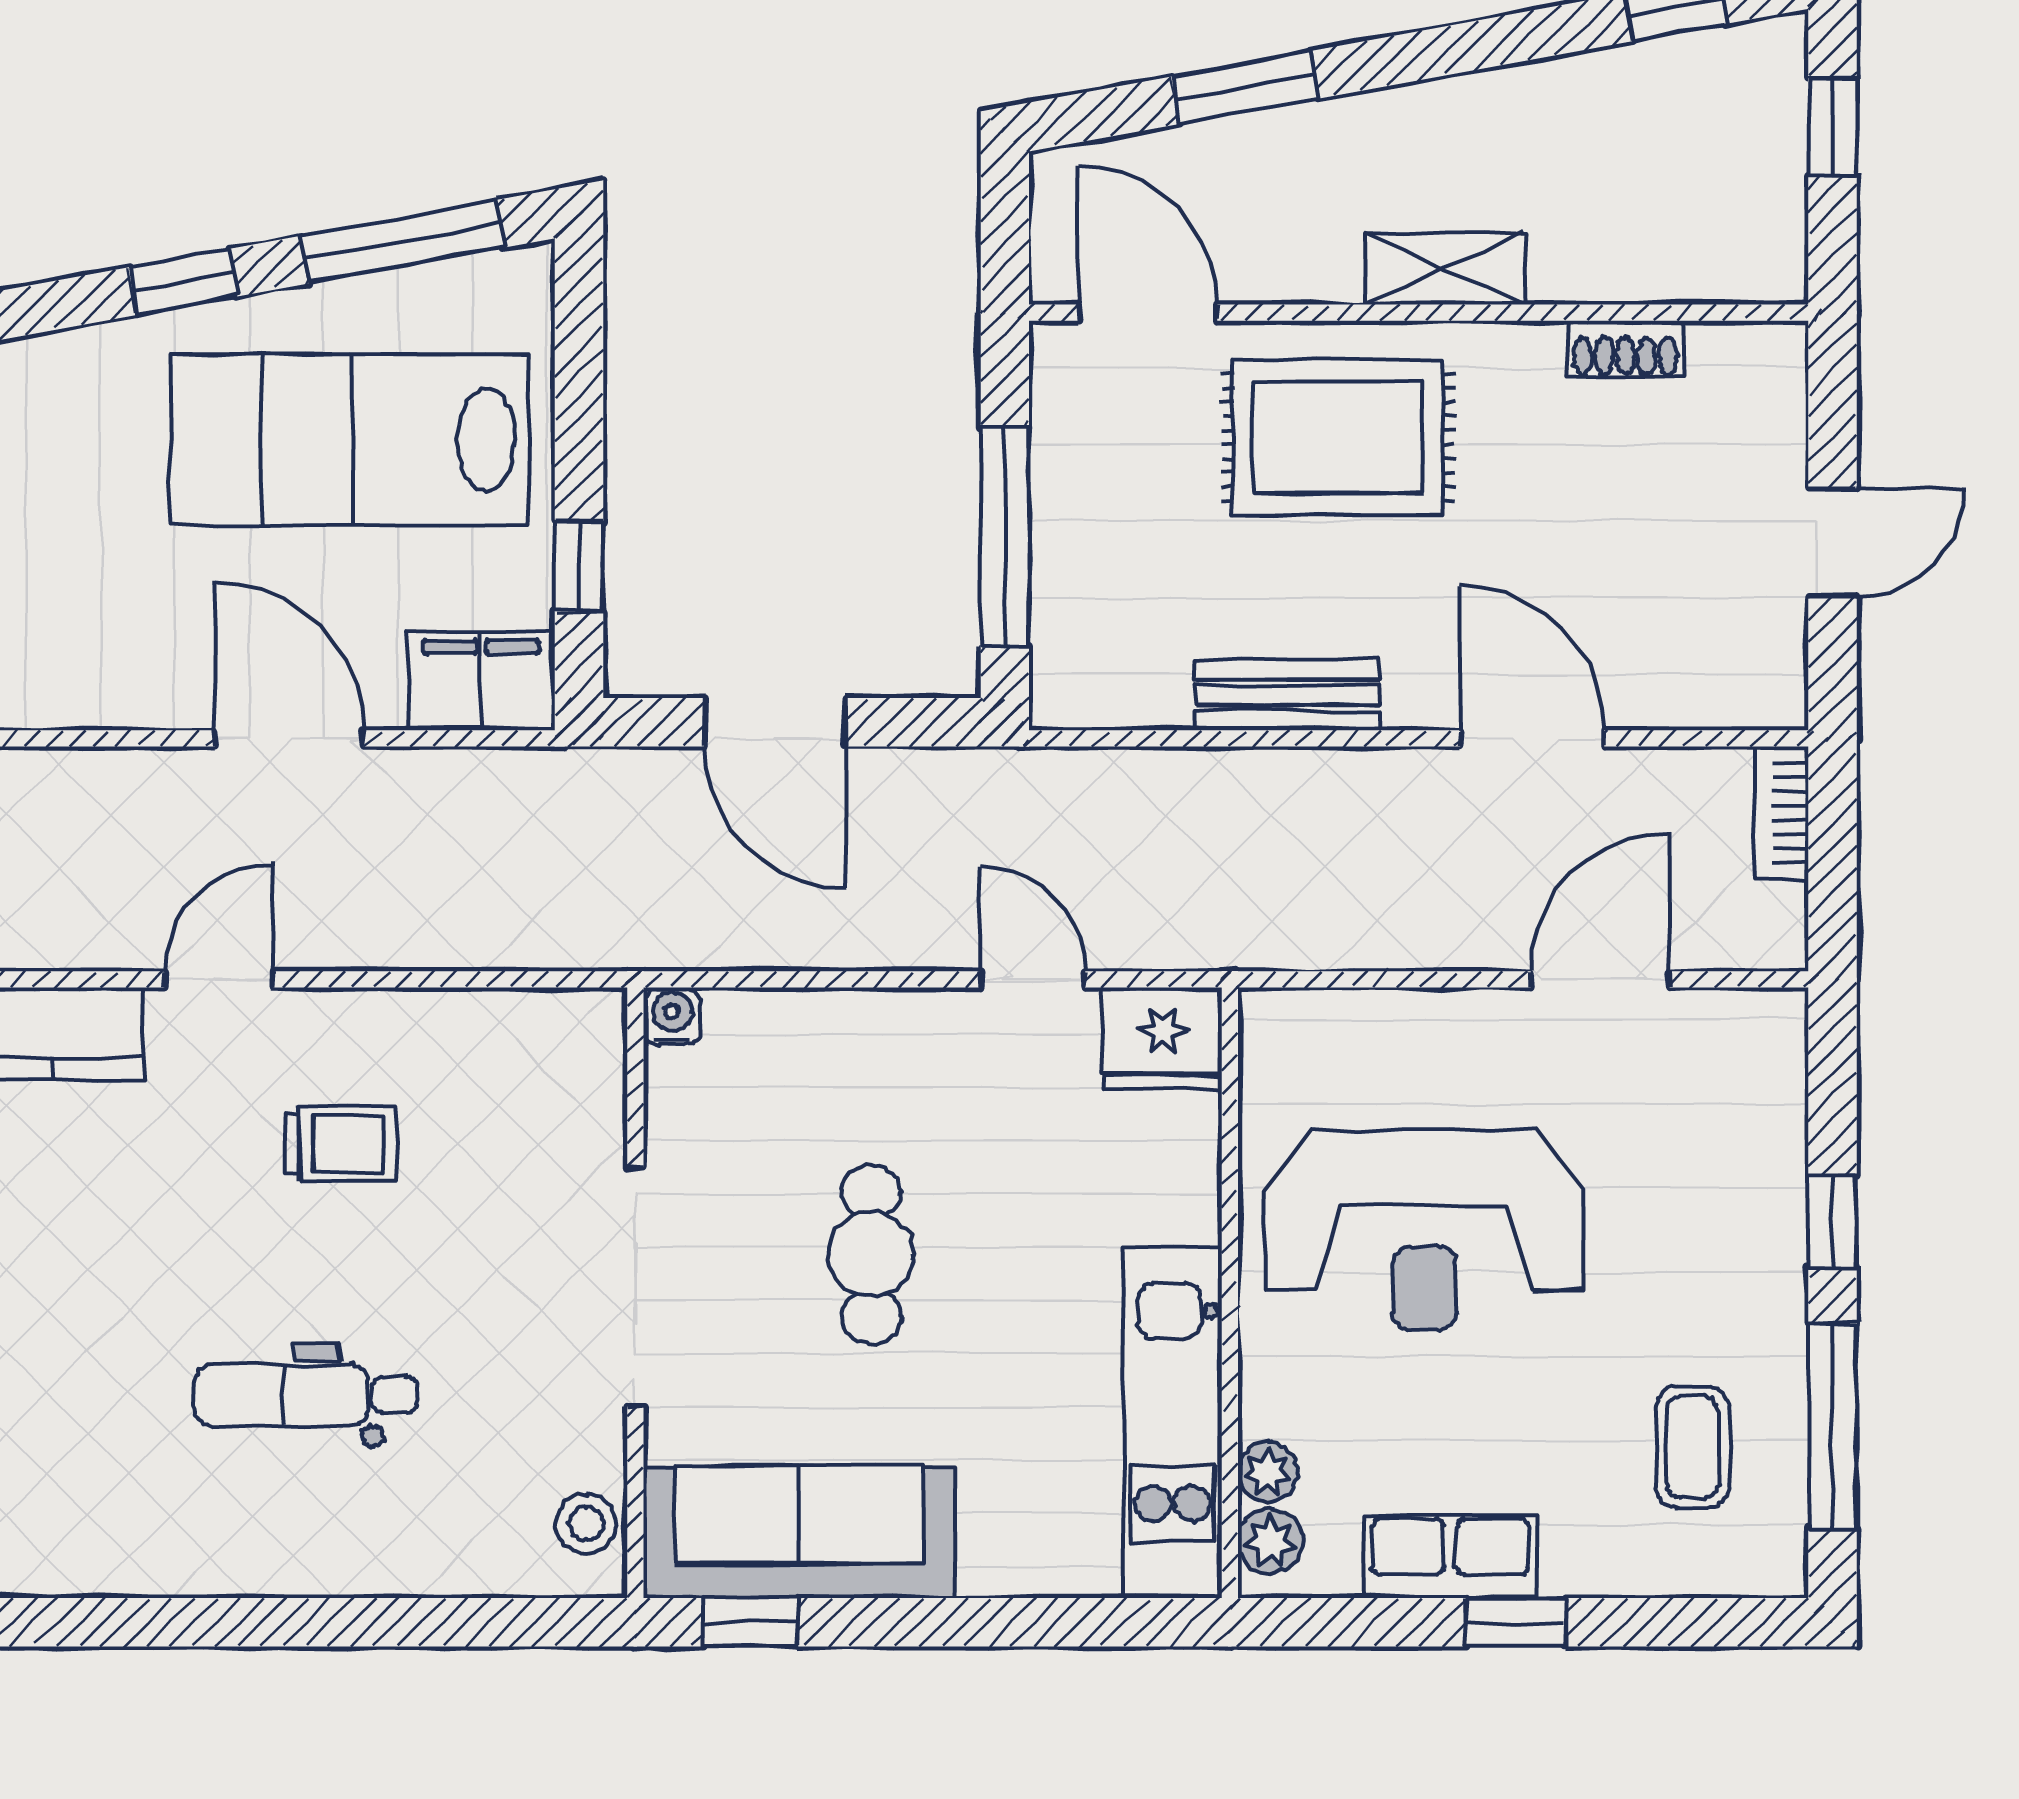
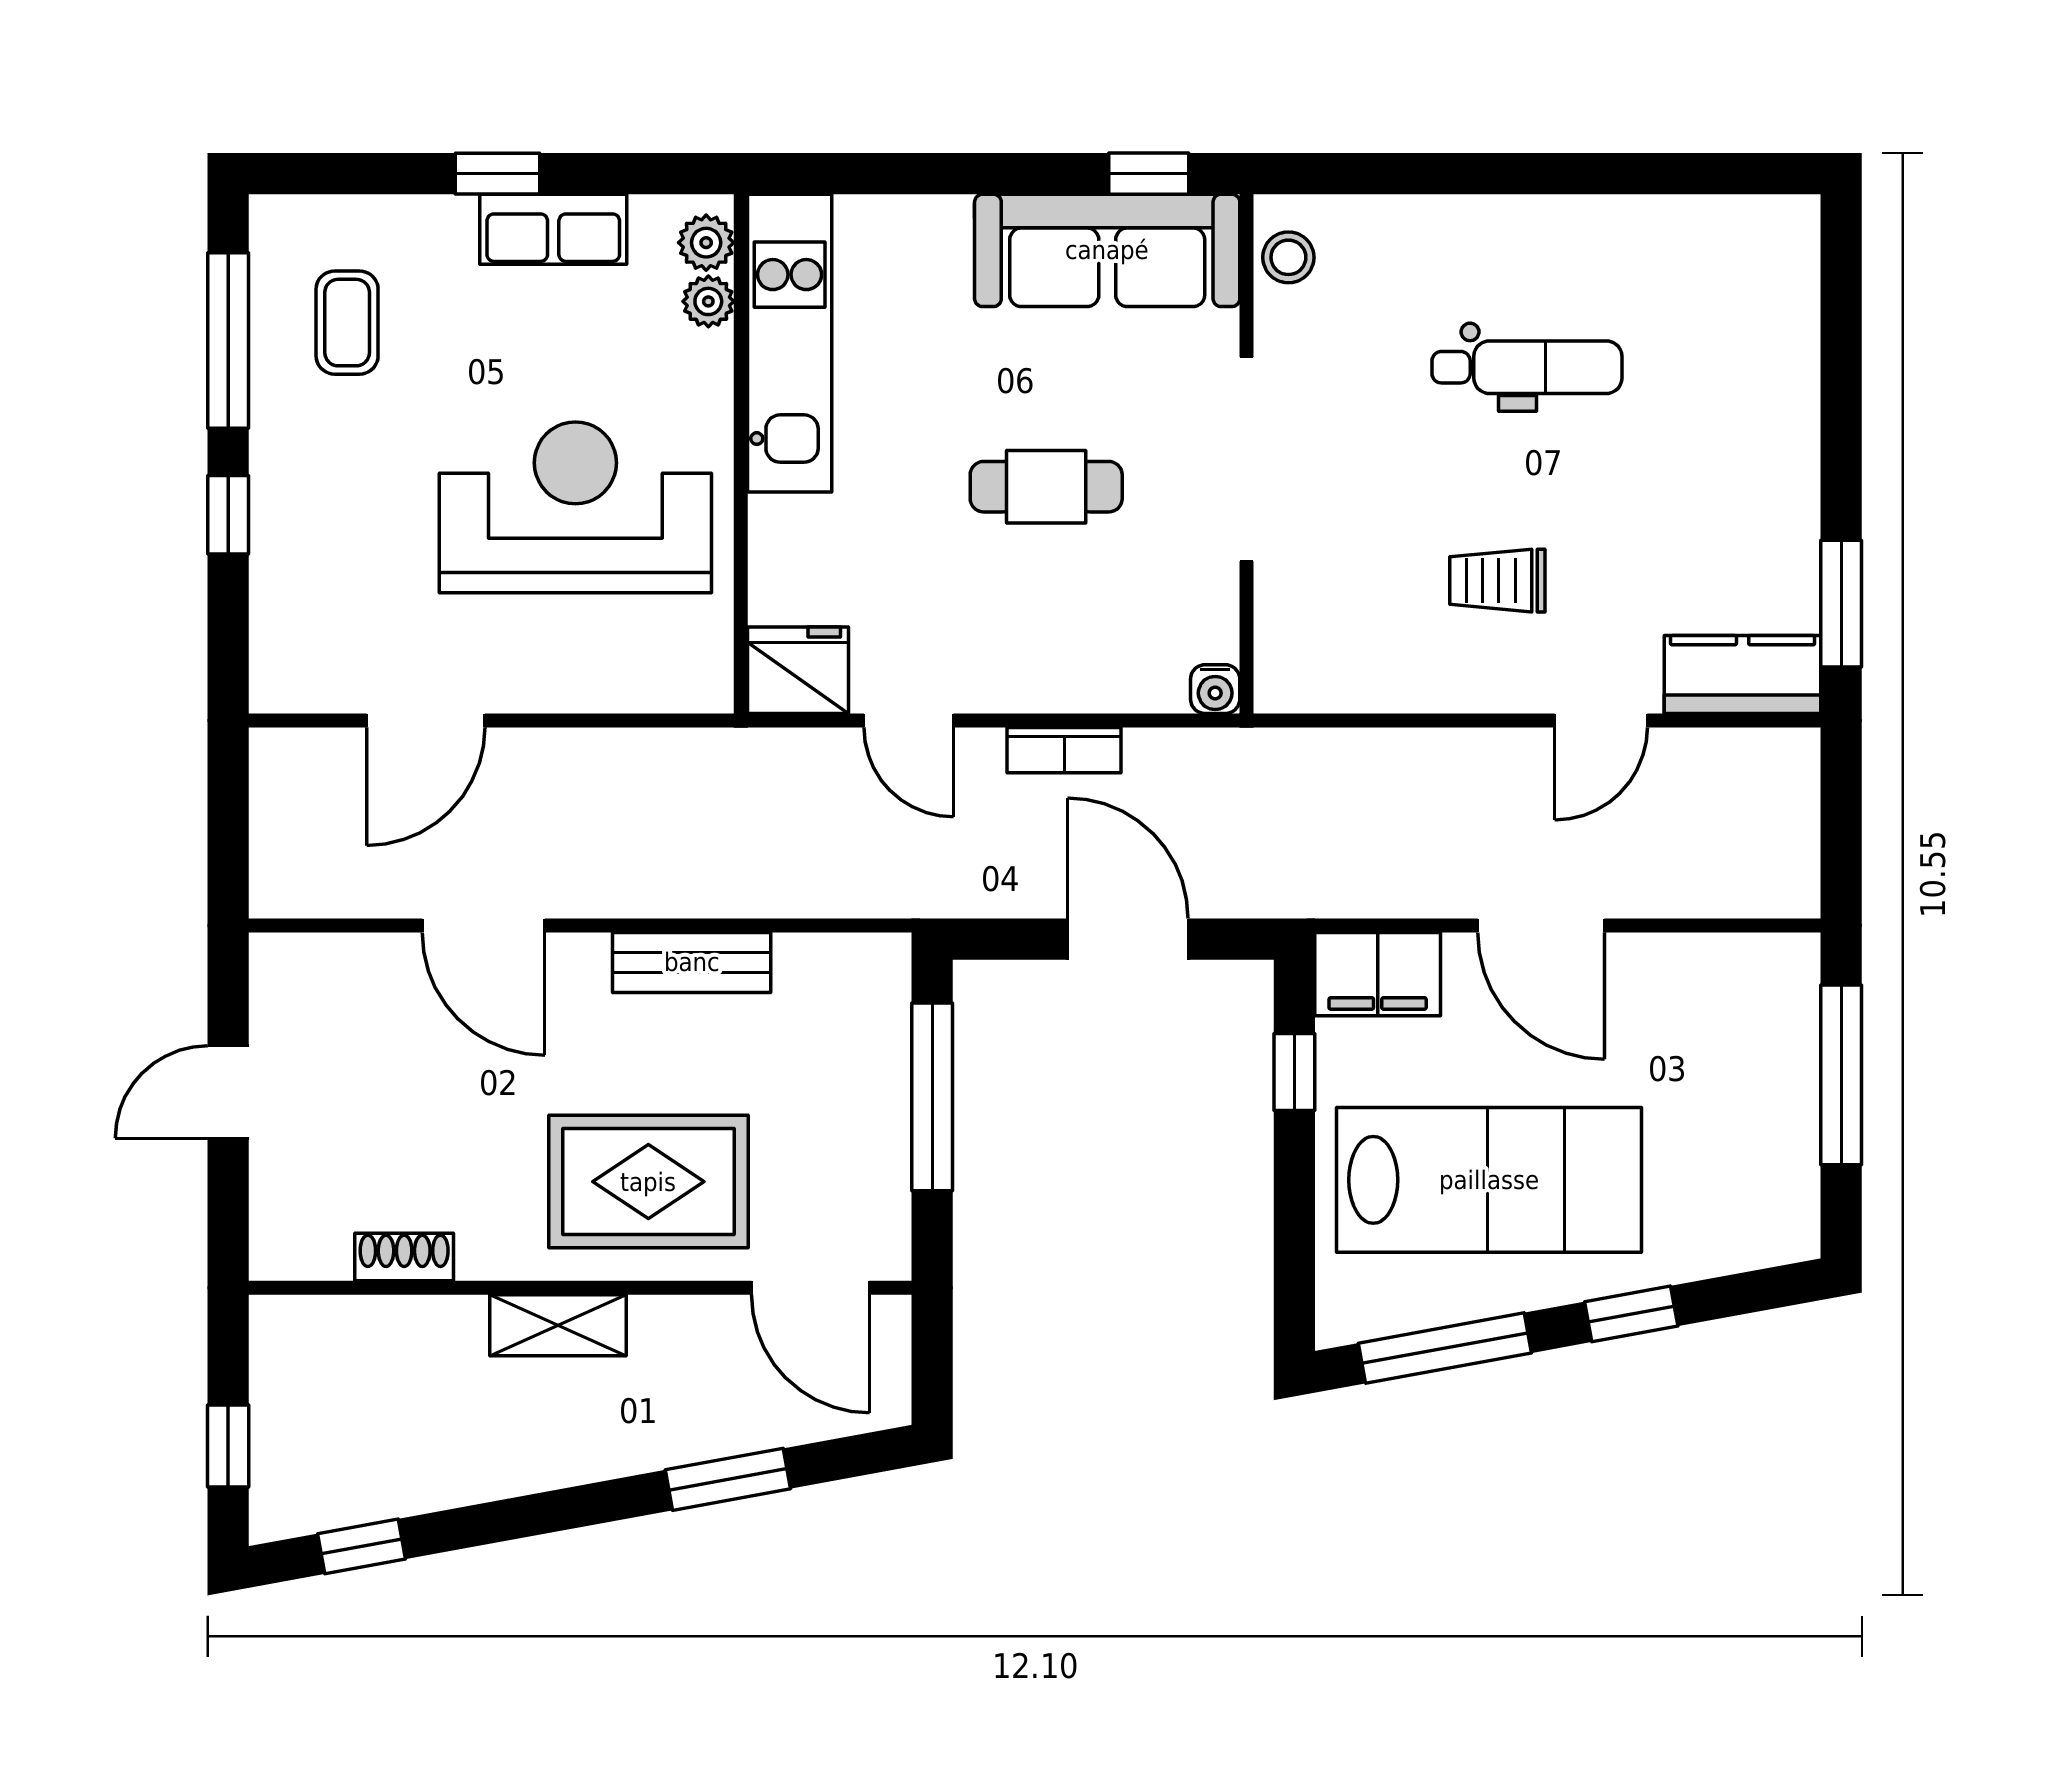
bookcase: (1782, 813) -> (1064, 750), moved, turned 90
cafe table: (871, 1254) -> (1046, 487), turned 90

